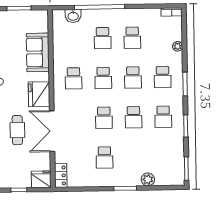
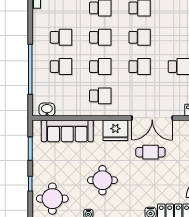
washbasin: (73, 16) -> (47, 110), moved, turned -90
sofa: (38, 52) -> (67, 131), width x1.36

